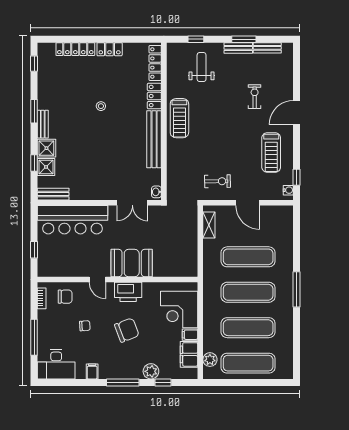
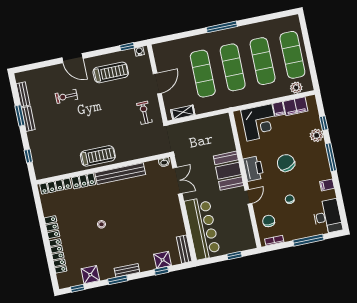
weight bench: (202, 67) -> (51, 146), removed
shower: (46, 148) -> (90, 275), moved

